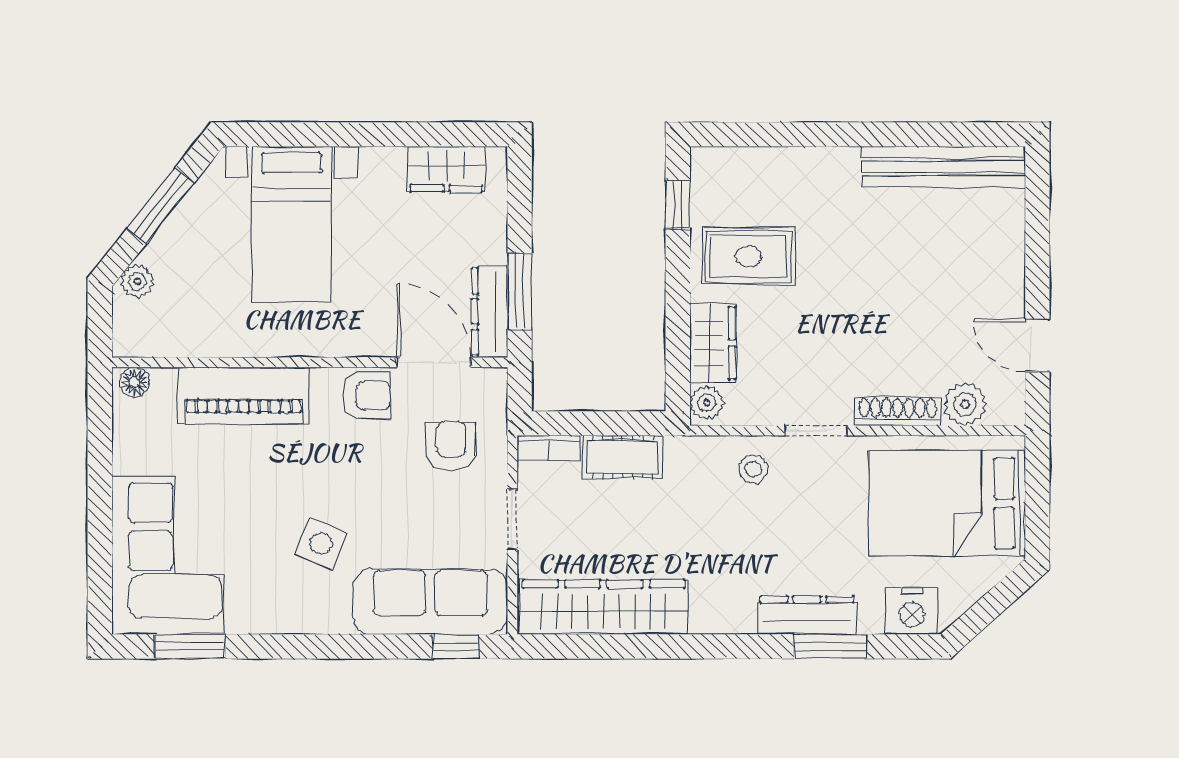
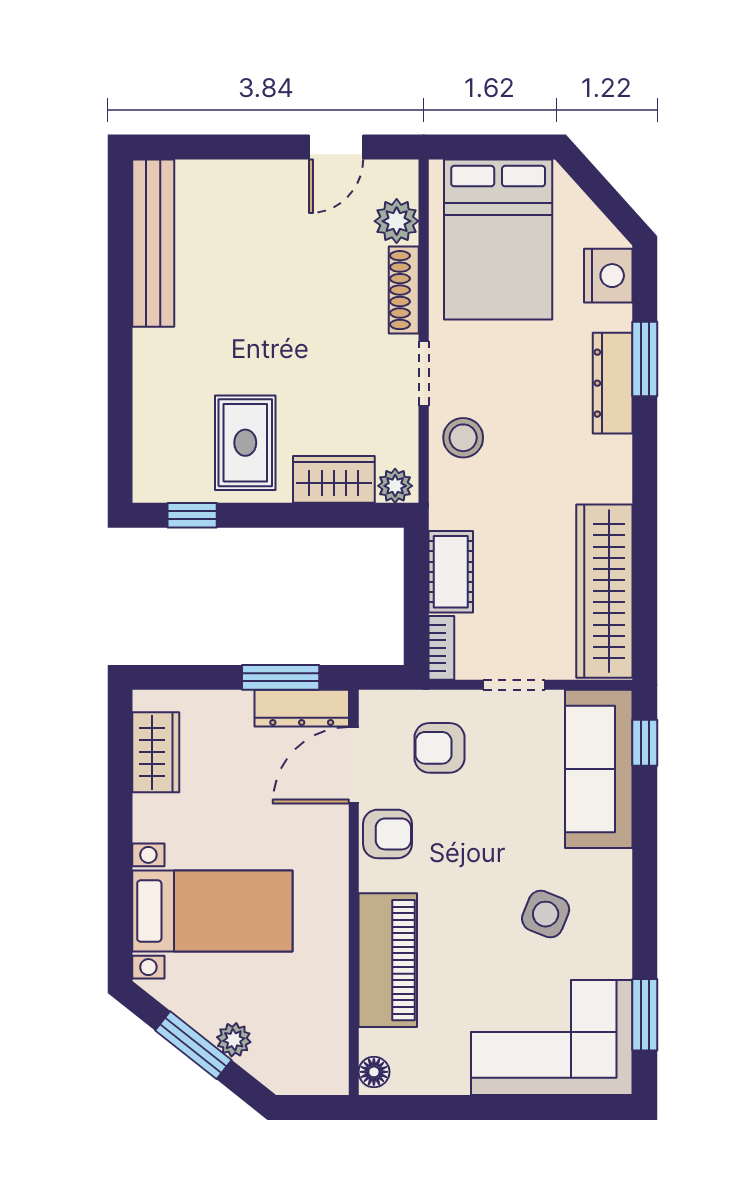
plant: (137, 281) -> (234, 1040), moved
armchair: (367, 395) -> (388, 834), turned 90
stool: (753, 469) -> (463, 438), width x1.37, depth x1.37
side table: (321, 543) -> (546, 914), moved

